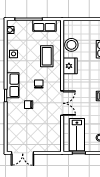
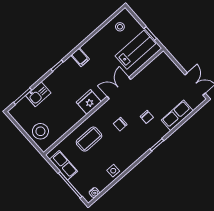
stool: (71, 45) -> (40, 131), moved
fridge: (70, 66) -> (89, 102), moved
row of seats: (13, 85) -> (177, 115), moved

